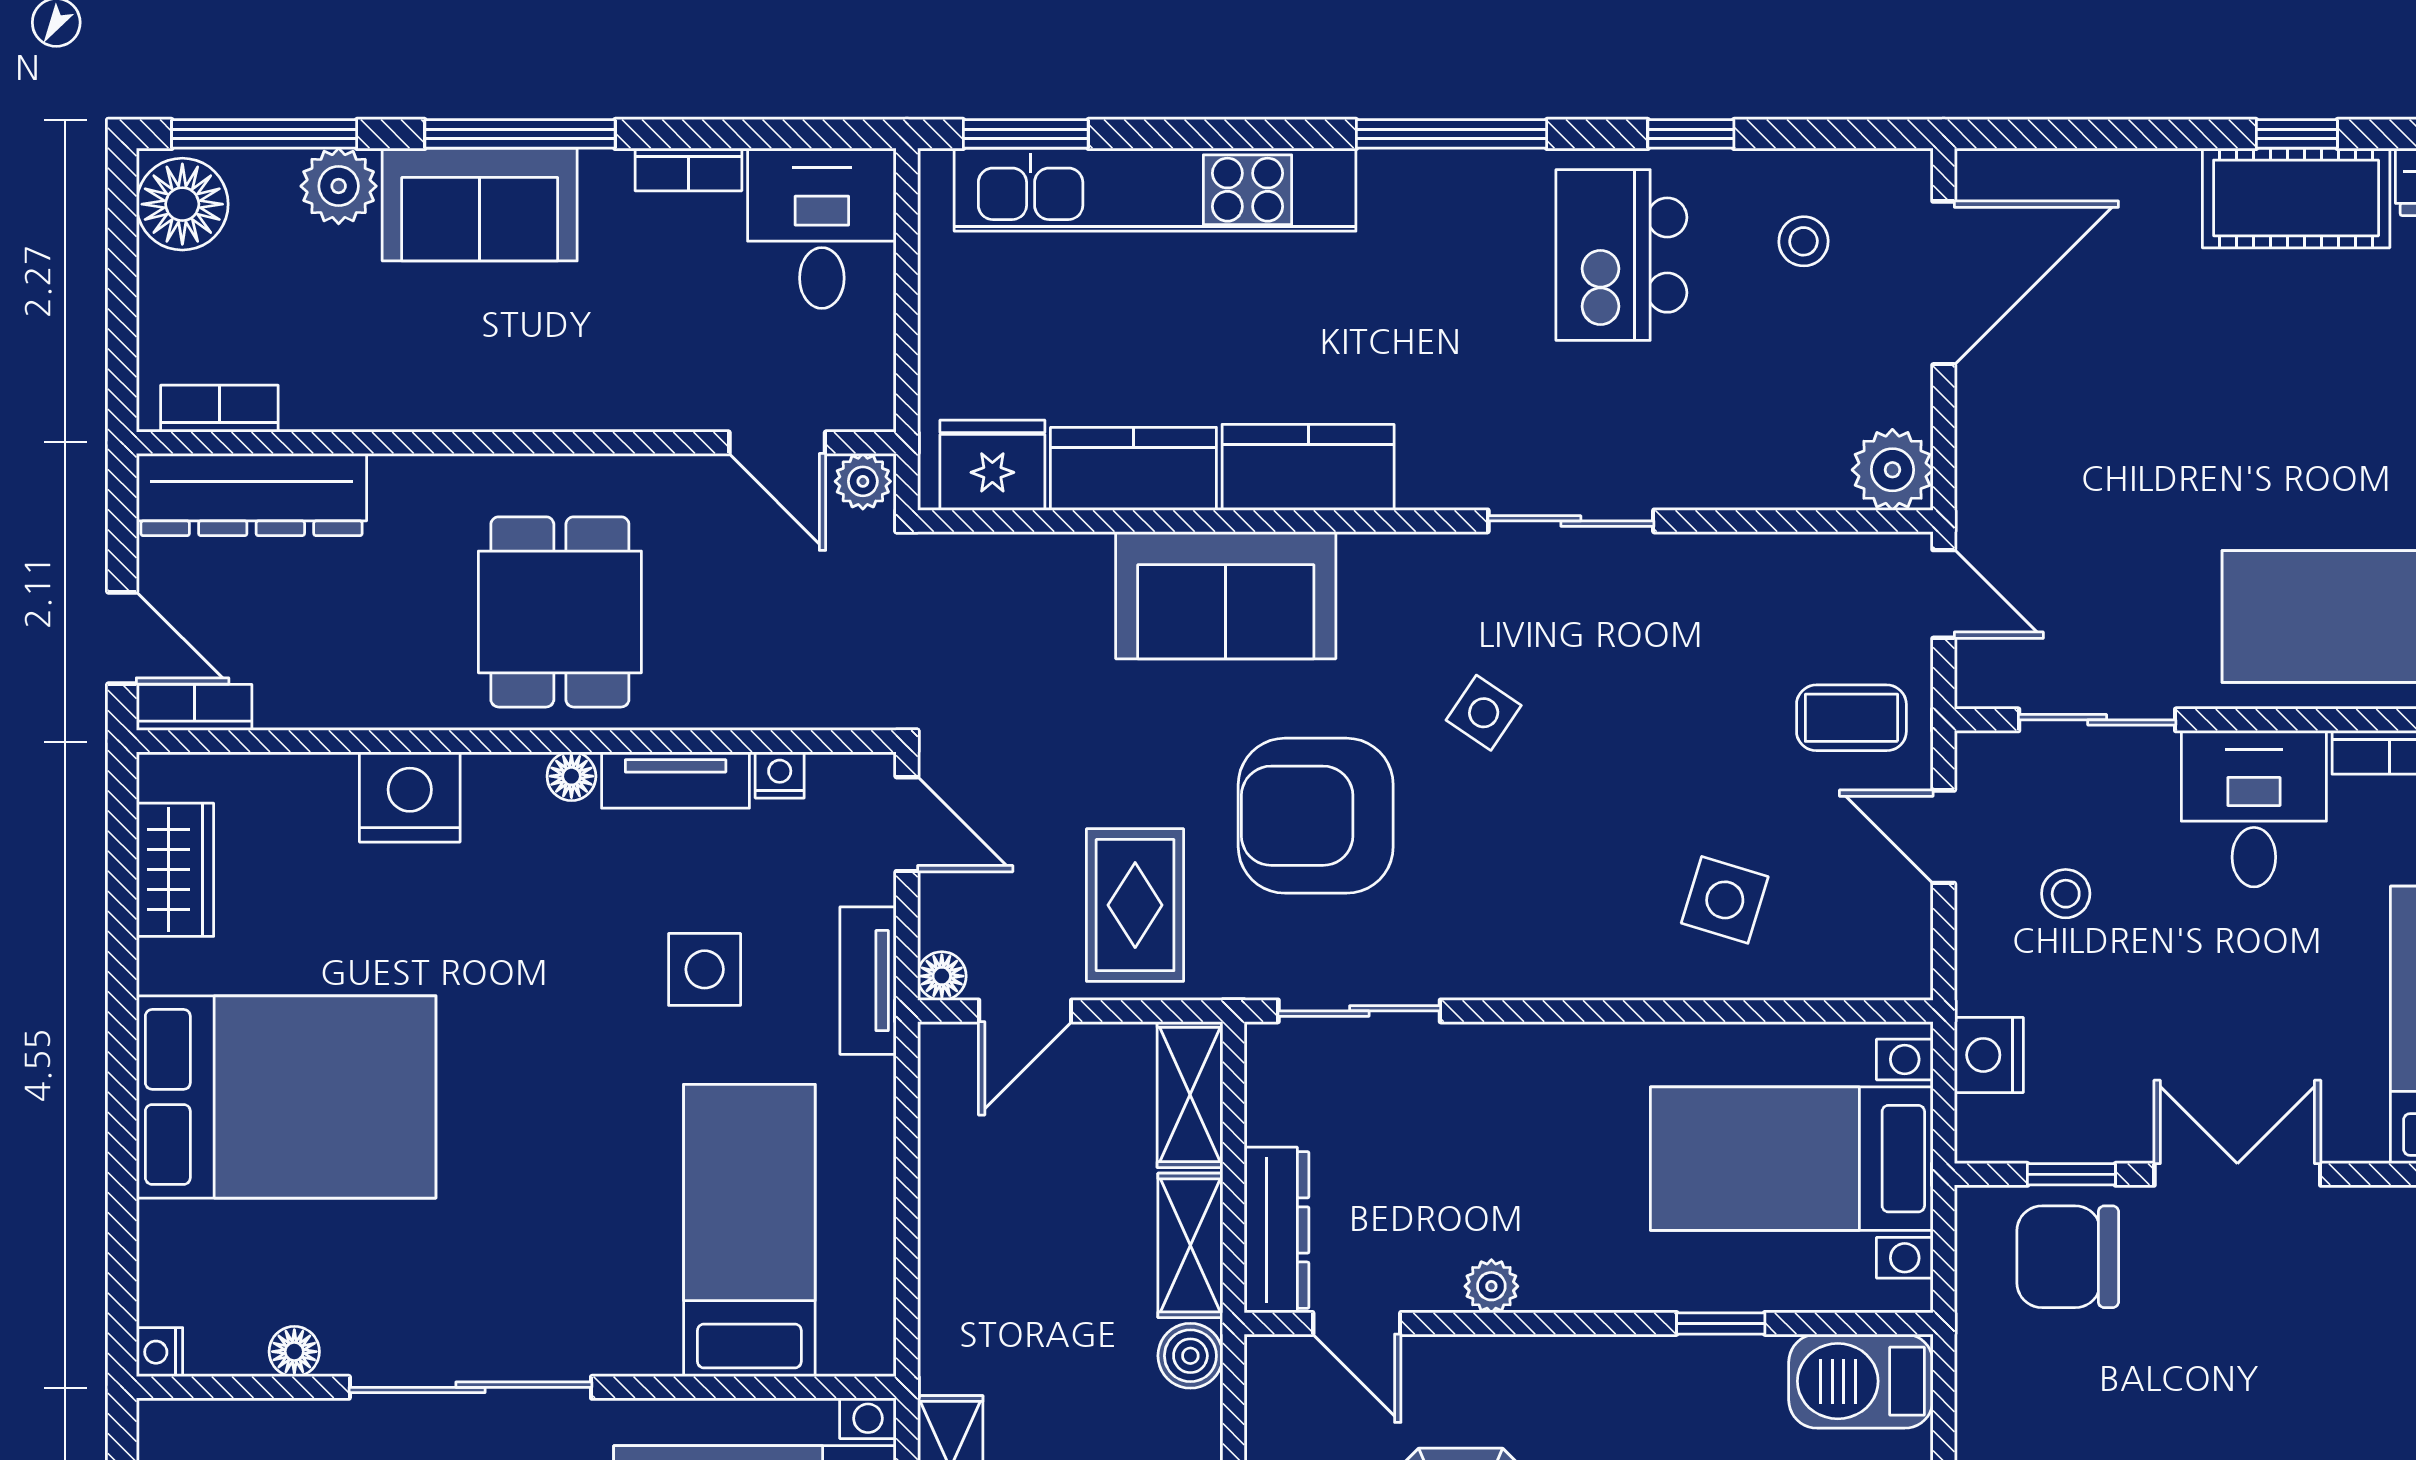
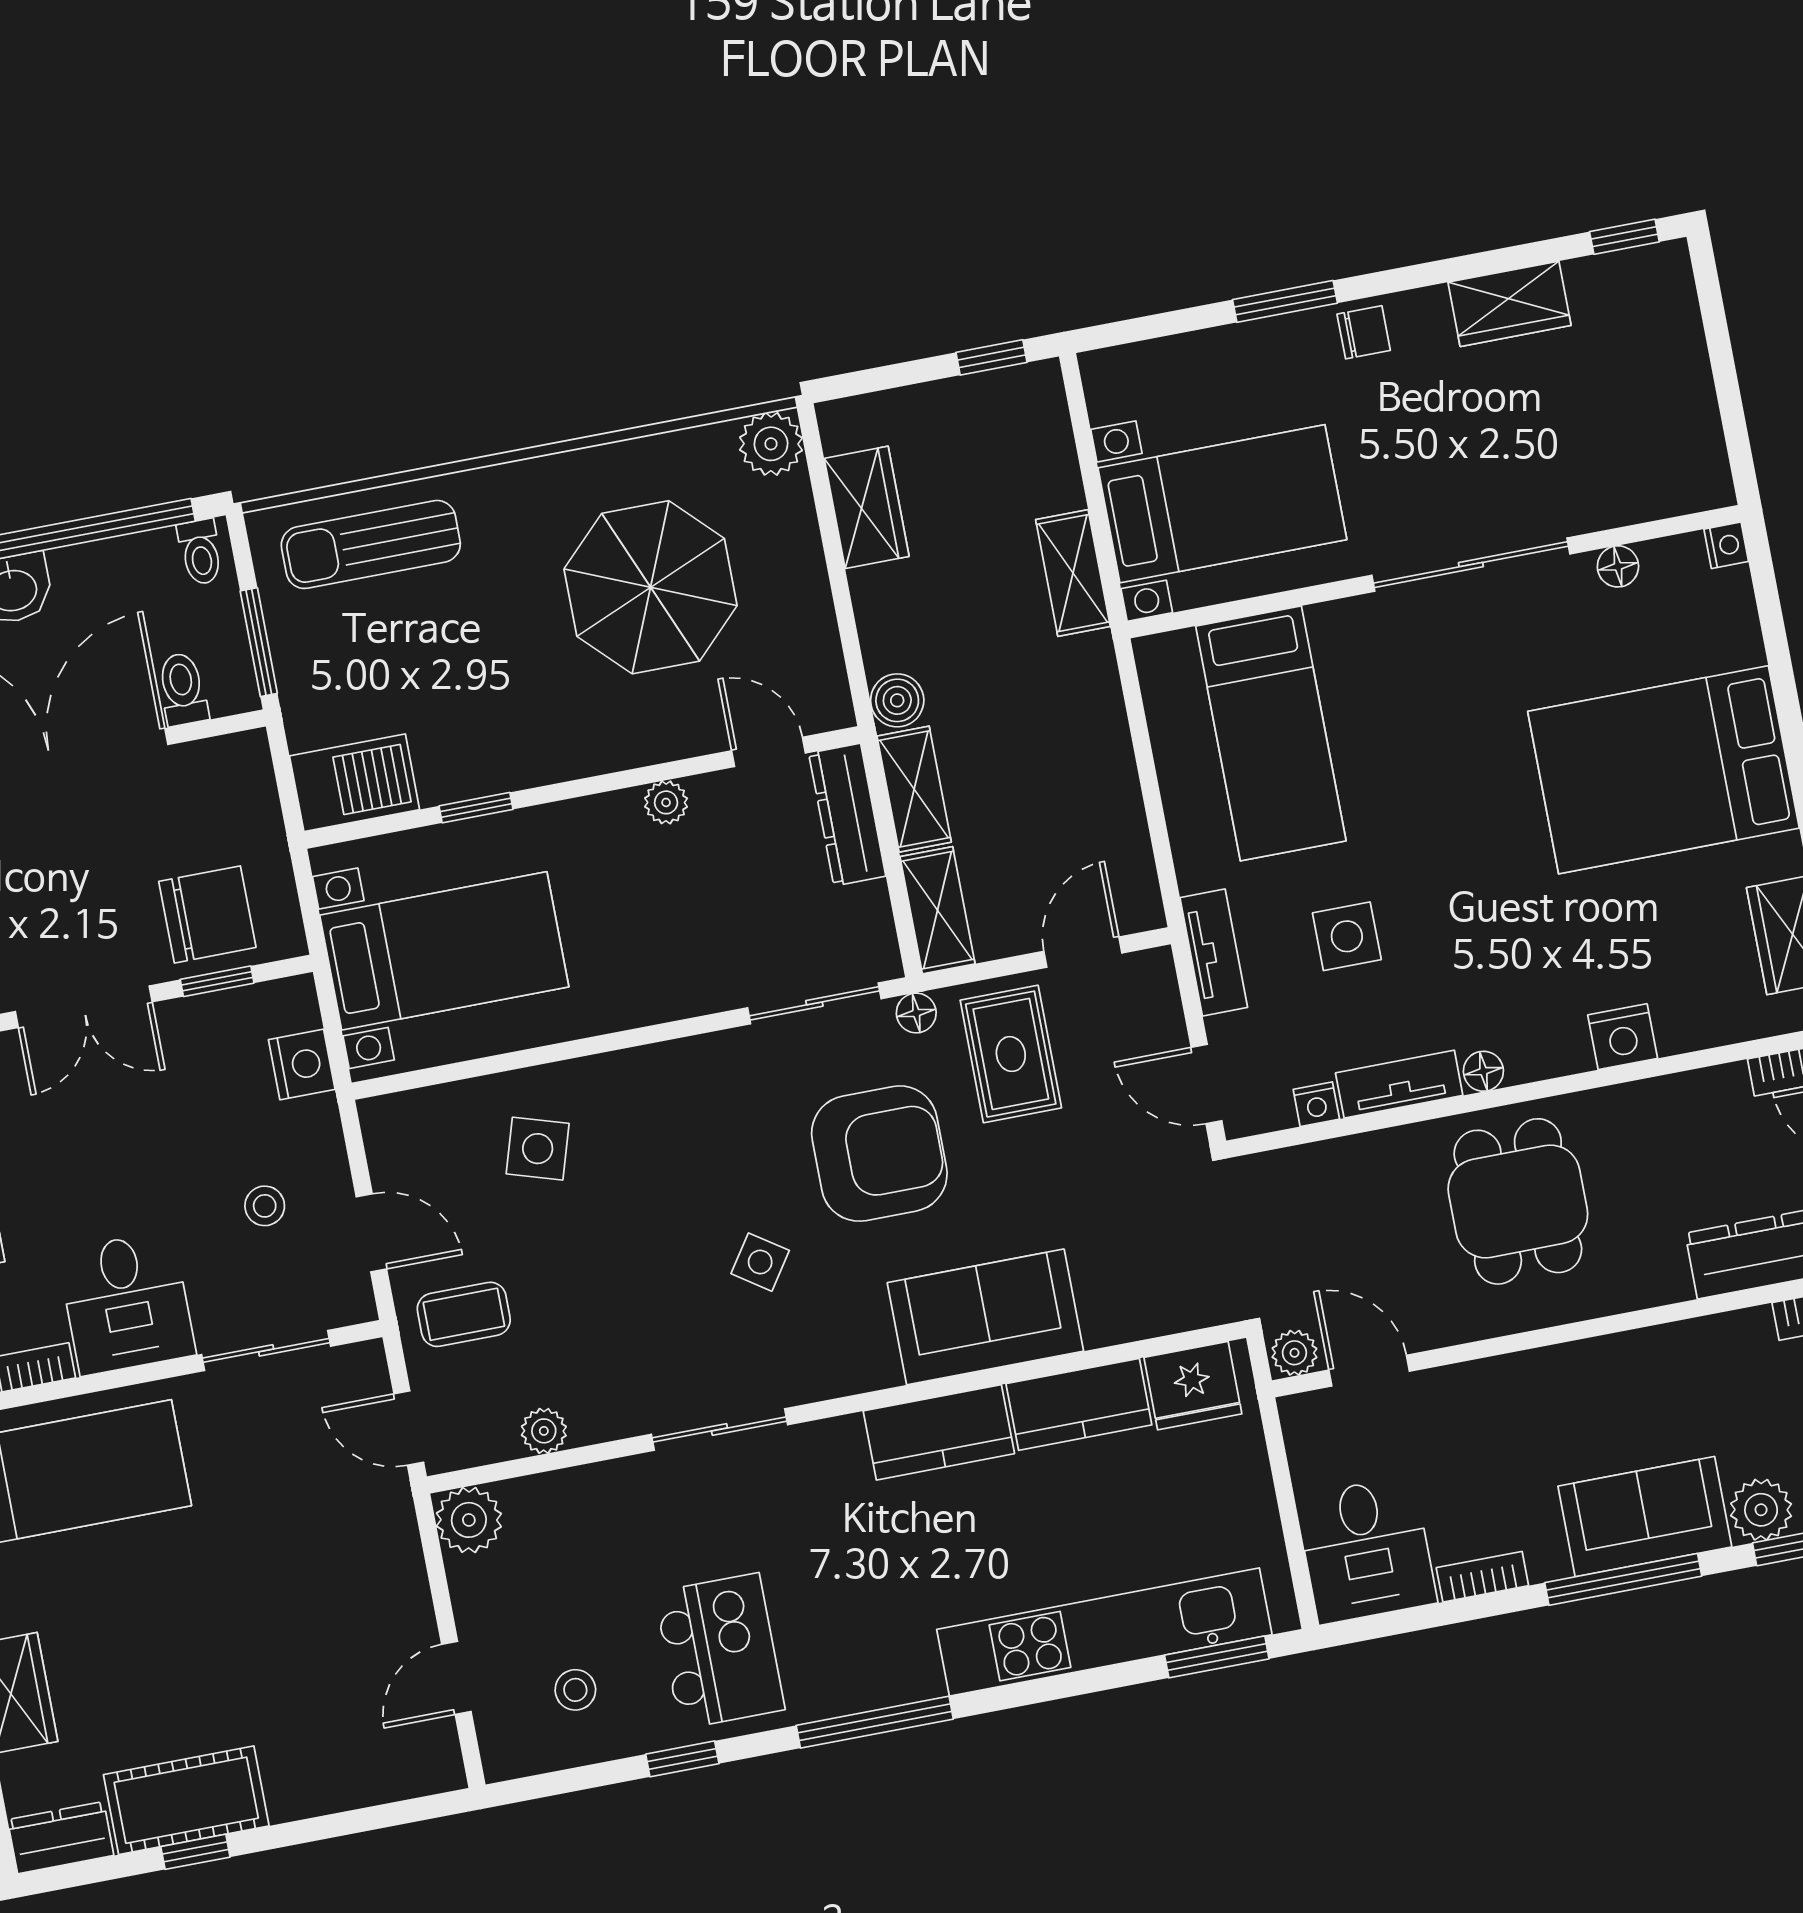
door: (1944, 283) -> (456, 1678), width x0.53
plant: (1782, 560) -> (544, 1431), added
nightstand: (410, 797) -> (1623, 1037), width x0.74, depth x0.75
floor lamp: (942, 976) -> (916, 1013), moved

